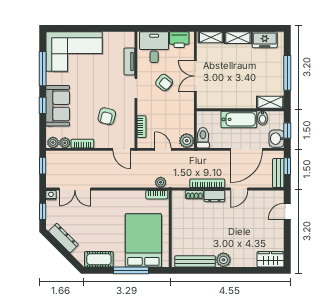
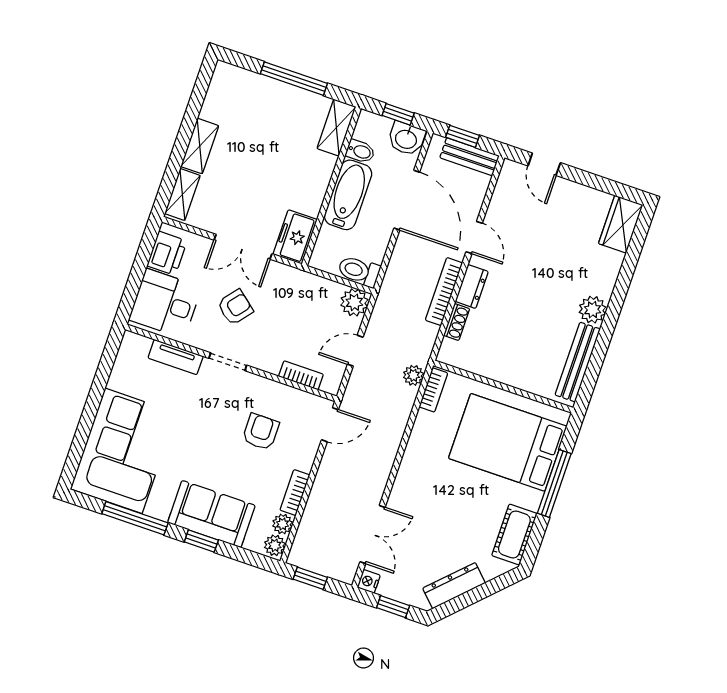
freezer: (265, 40) -> (295, 237), moved, turned 180
armchair: (107, 116) -> (261, 432), turned -104

